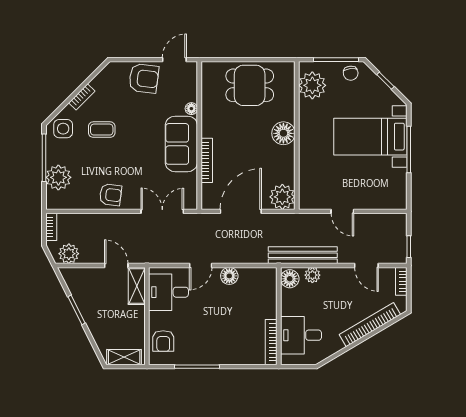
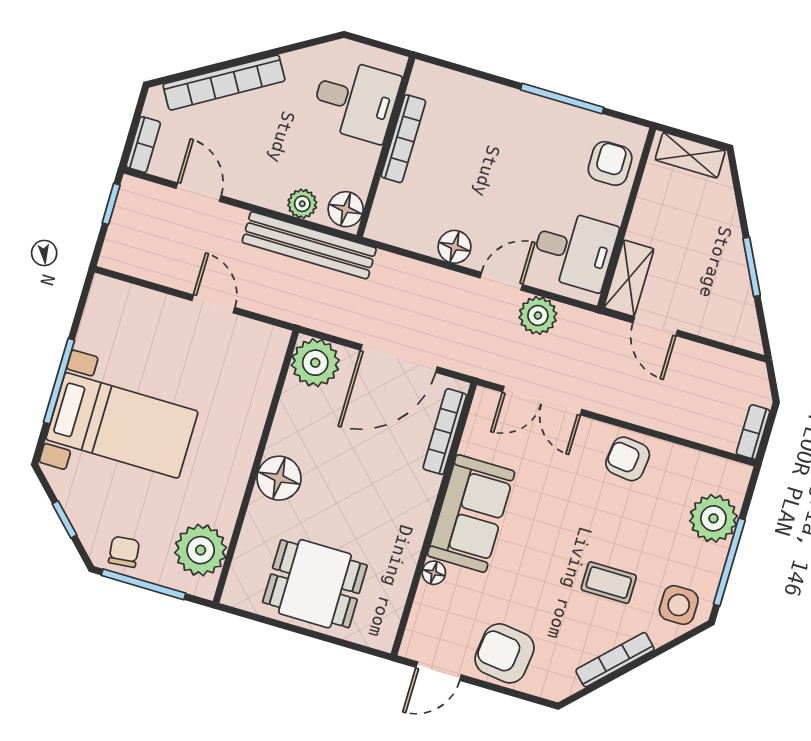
bookcase: (82, 97) -> (615, 660), width x1.56
bookcase: (207, 160) -> (445, 432), moved
plant: (69, 254) -> (538, 315), moved
bookcase: (271, 342) -> (403, 139), moved

